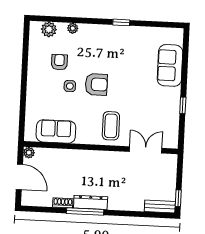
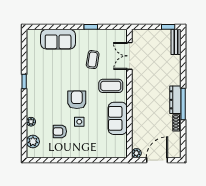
coffee table: (144, 106) -> (93, 60), added
sofa: (56, 131) -> (118, 118), moved

